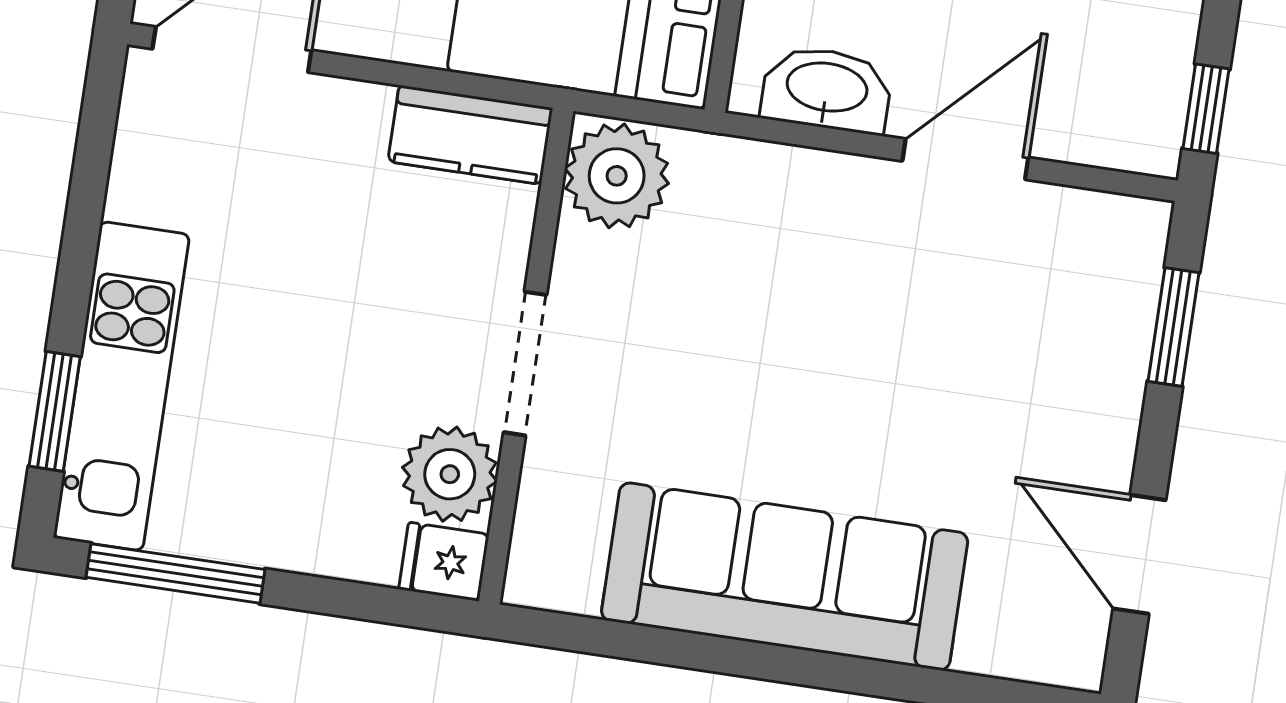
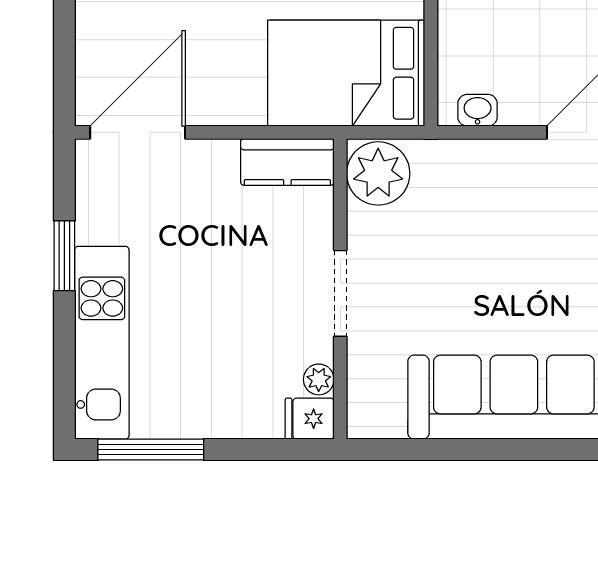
washbasin: (827, 89) -> (478, 110), width x0.52, depth x0.69
window: (55, 411) -> (64, 256), moved
plant: (450, 474) -> (319, 379), width x0.53, depth x0.53

